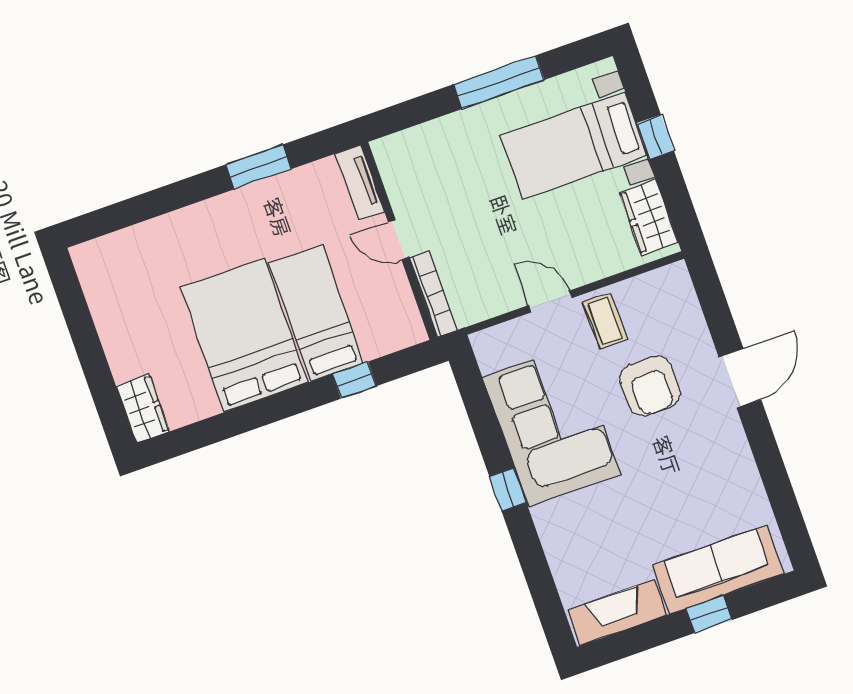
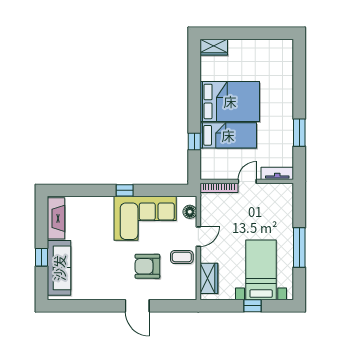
wardrobe: (649, 217) -> (209, 278), moved, turned 90
floor lamp: (505, 337) -> (190, 212), added

